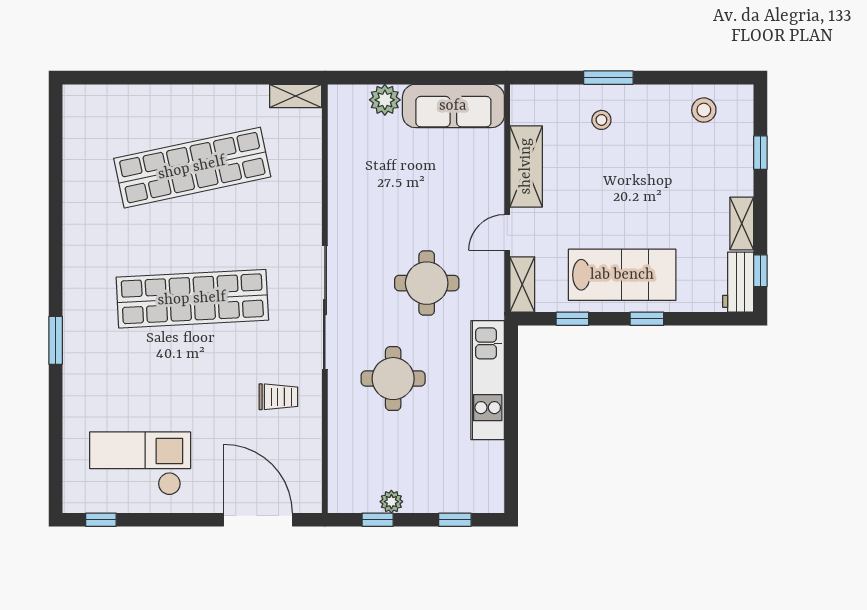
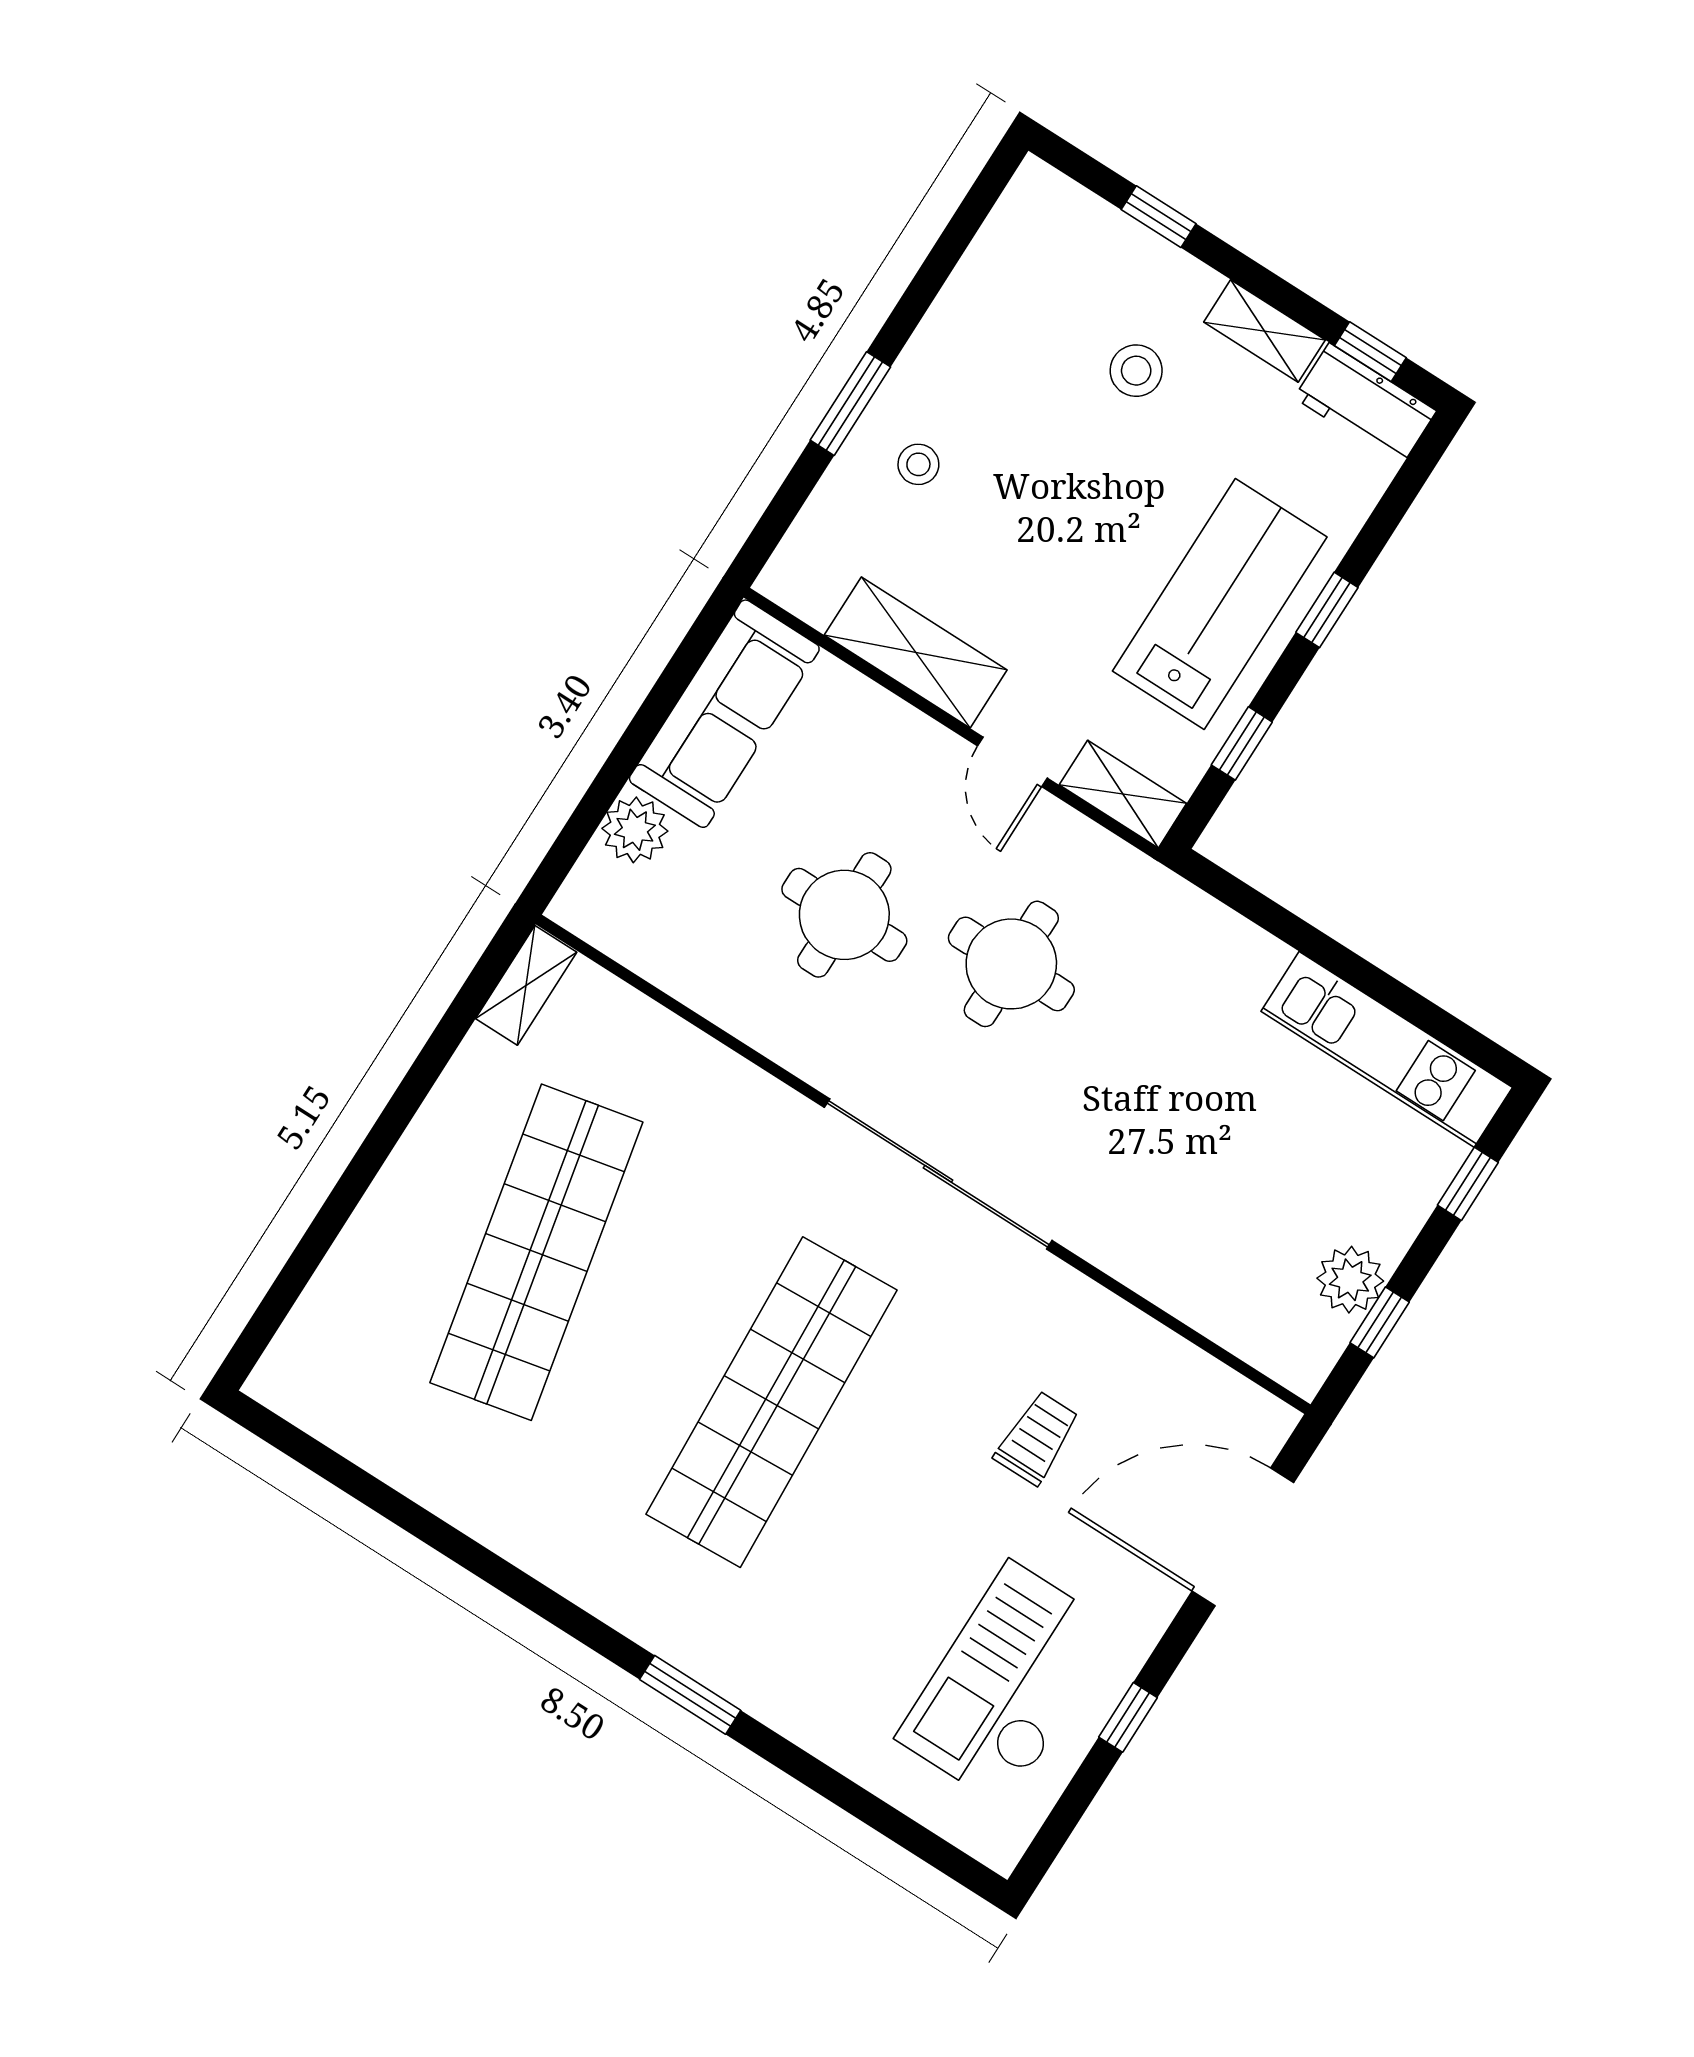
stool: (704, 110) -> (1136, 371), moved
round table: (393, 379) -> (844, 915), moved
kitchen unit: (488, 380) -> (1387, 1049), moved
trolley: (278, 397) -> (1037, 1438), moved
plant: (391, 502) -> (1350, 1280), width x1.38, depth x1.38
window: (101, 520) -> (1128, 1717), moved

